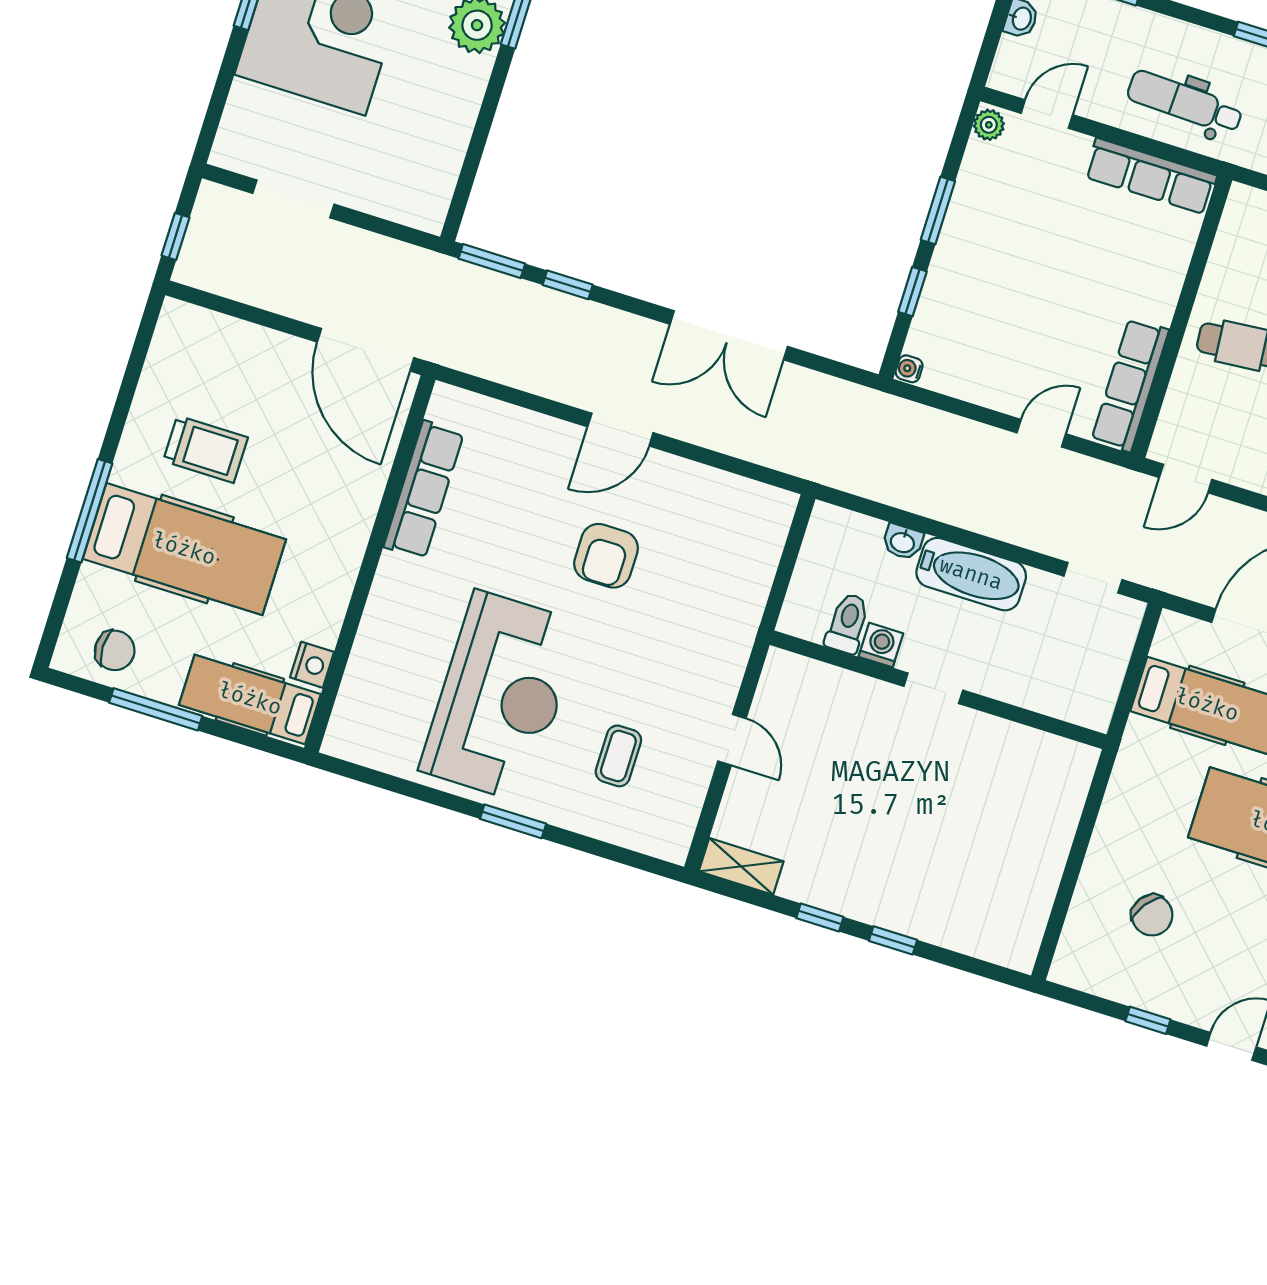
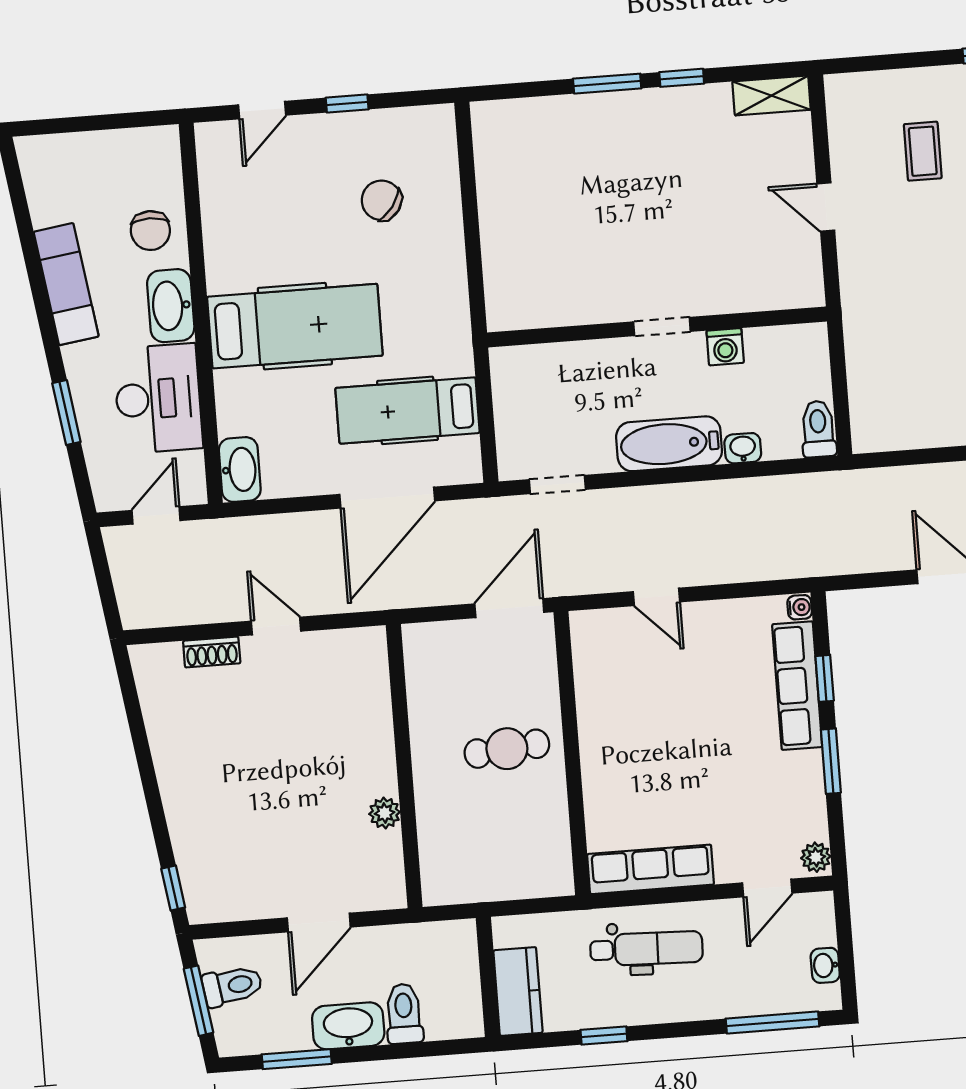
row of seats: (1130, 385) -> (797, 686), moved, turned 180
door: (1041, 433) -> (656, 597), hinge flipped
door: (1186, 478) -> (509, 608), width x1.38
toilet: (847, 623) -> (818, 429), moved, turned 180
window: (893, 940) -> (607, 84), width x1.50

